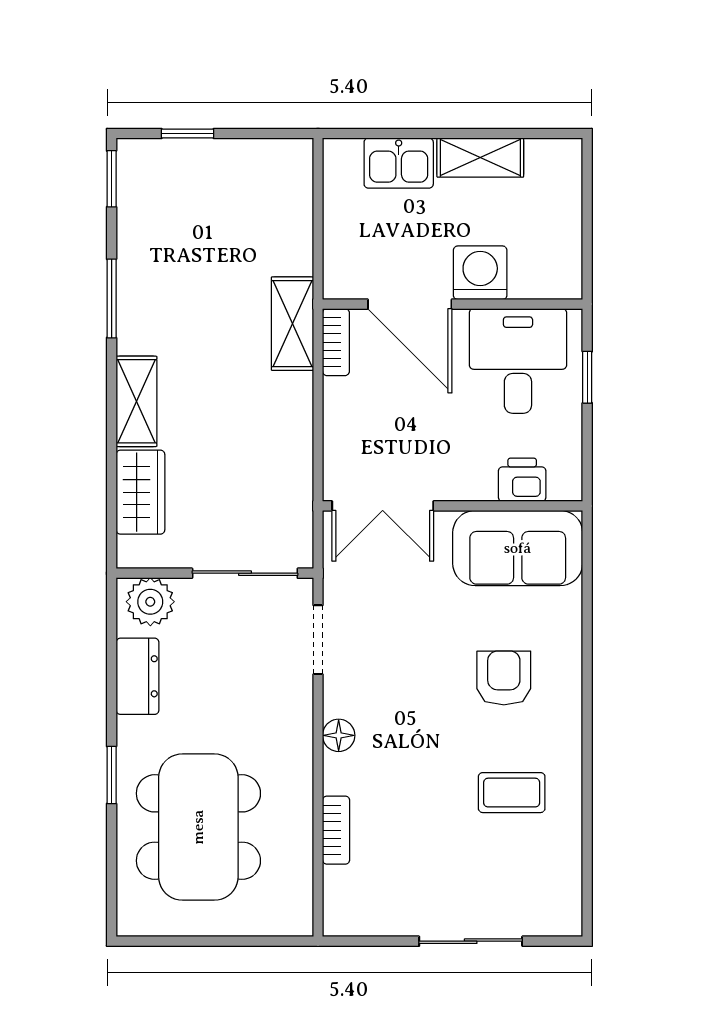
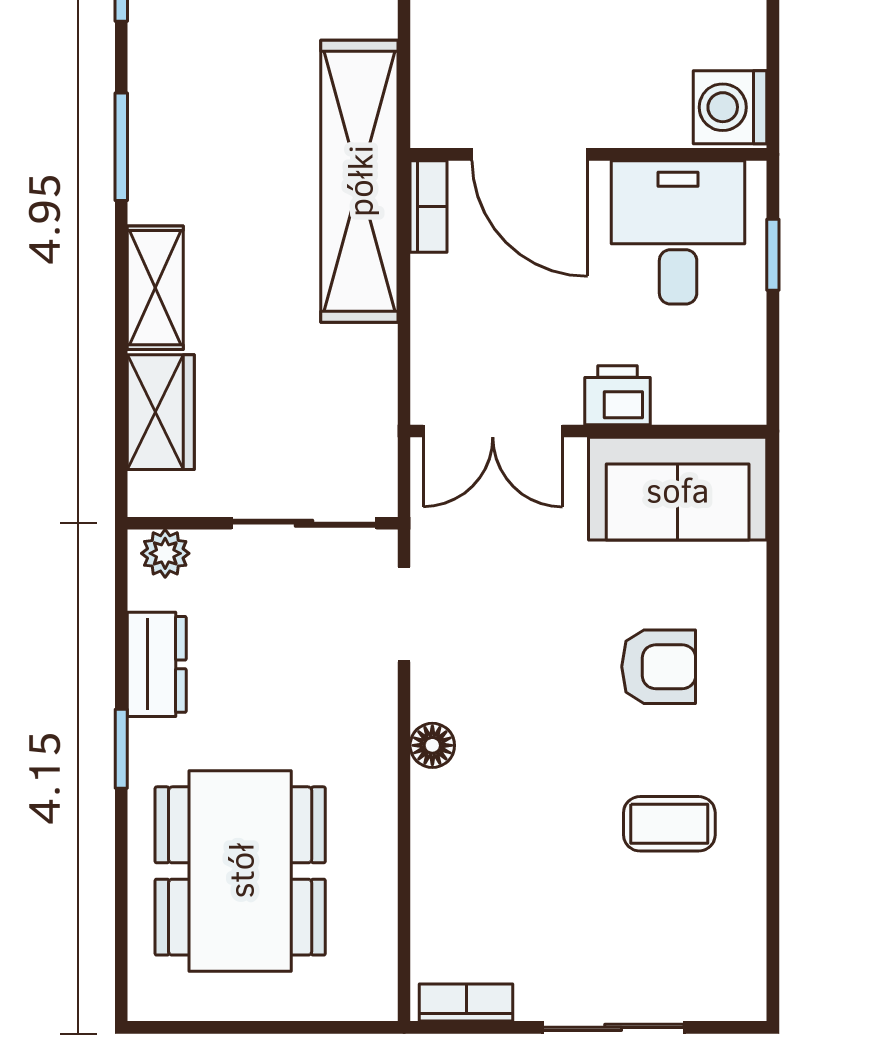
washing machine: (480, 273) -> (730, 107), moved, turned -90
shelving: (292, 324) -> (359, 181), width x2.20, depth x1.33
printer: (522, 480) -> (618, 395), moved
plant: (150, 602) -> (165, 553), width x0.73, depth x0.73
armchair: (504, 678) -> (659, 667), turned 90
window: (112, 775) -> (121, 749), moved
bookcase: (336, 830) -> (466, 1003), moved, turned -90

